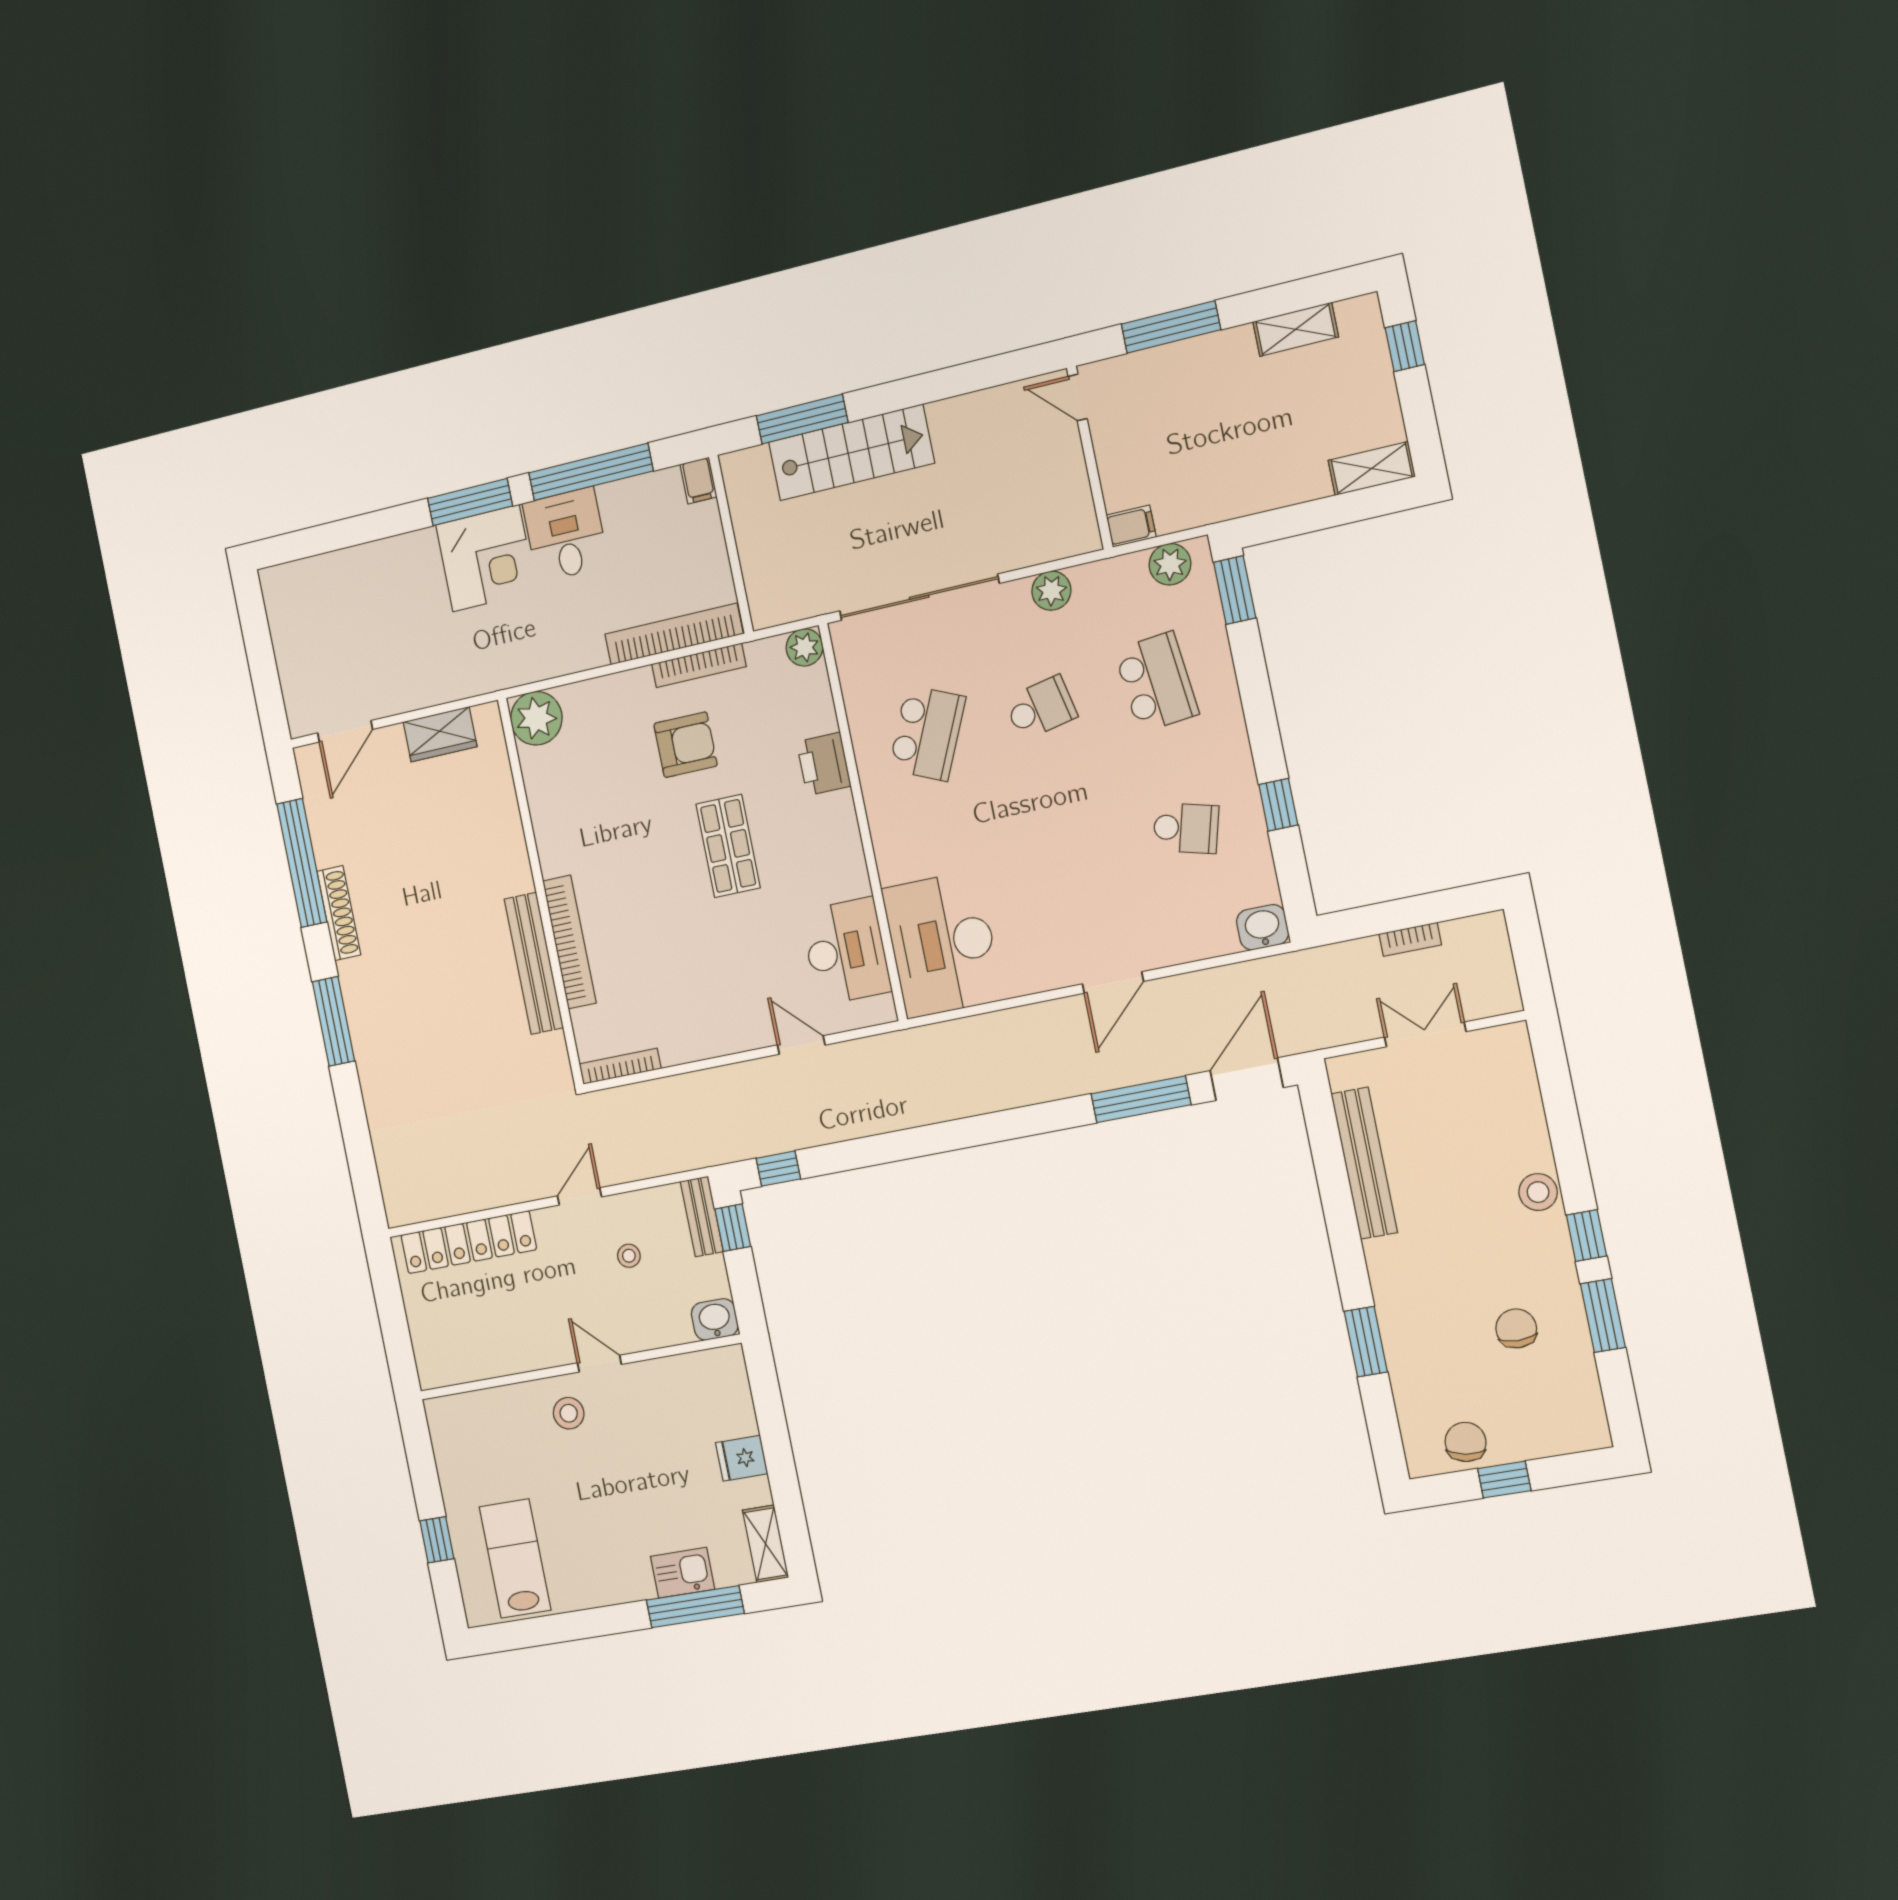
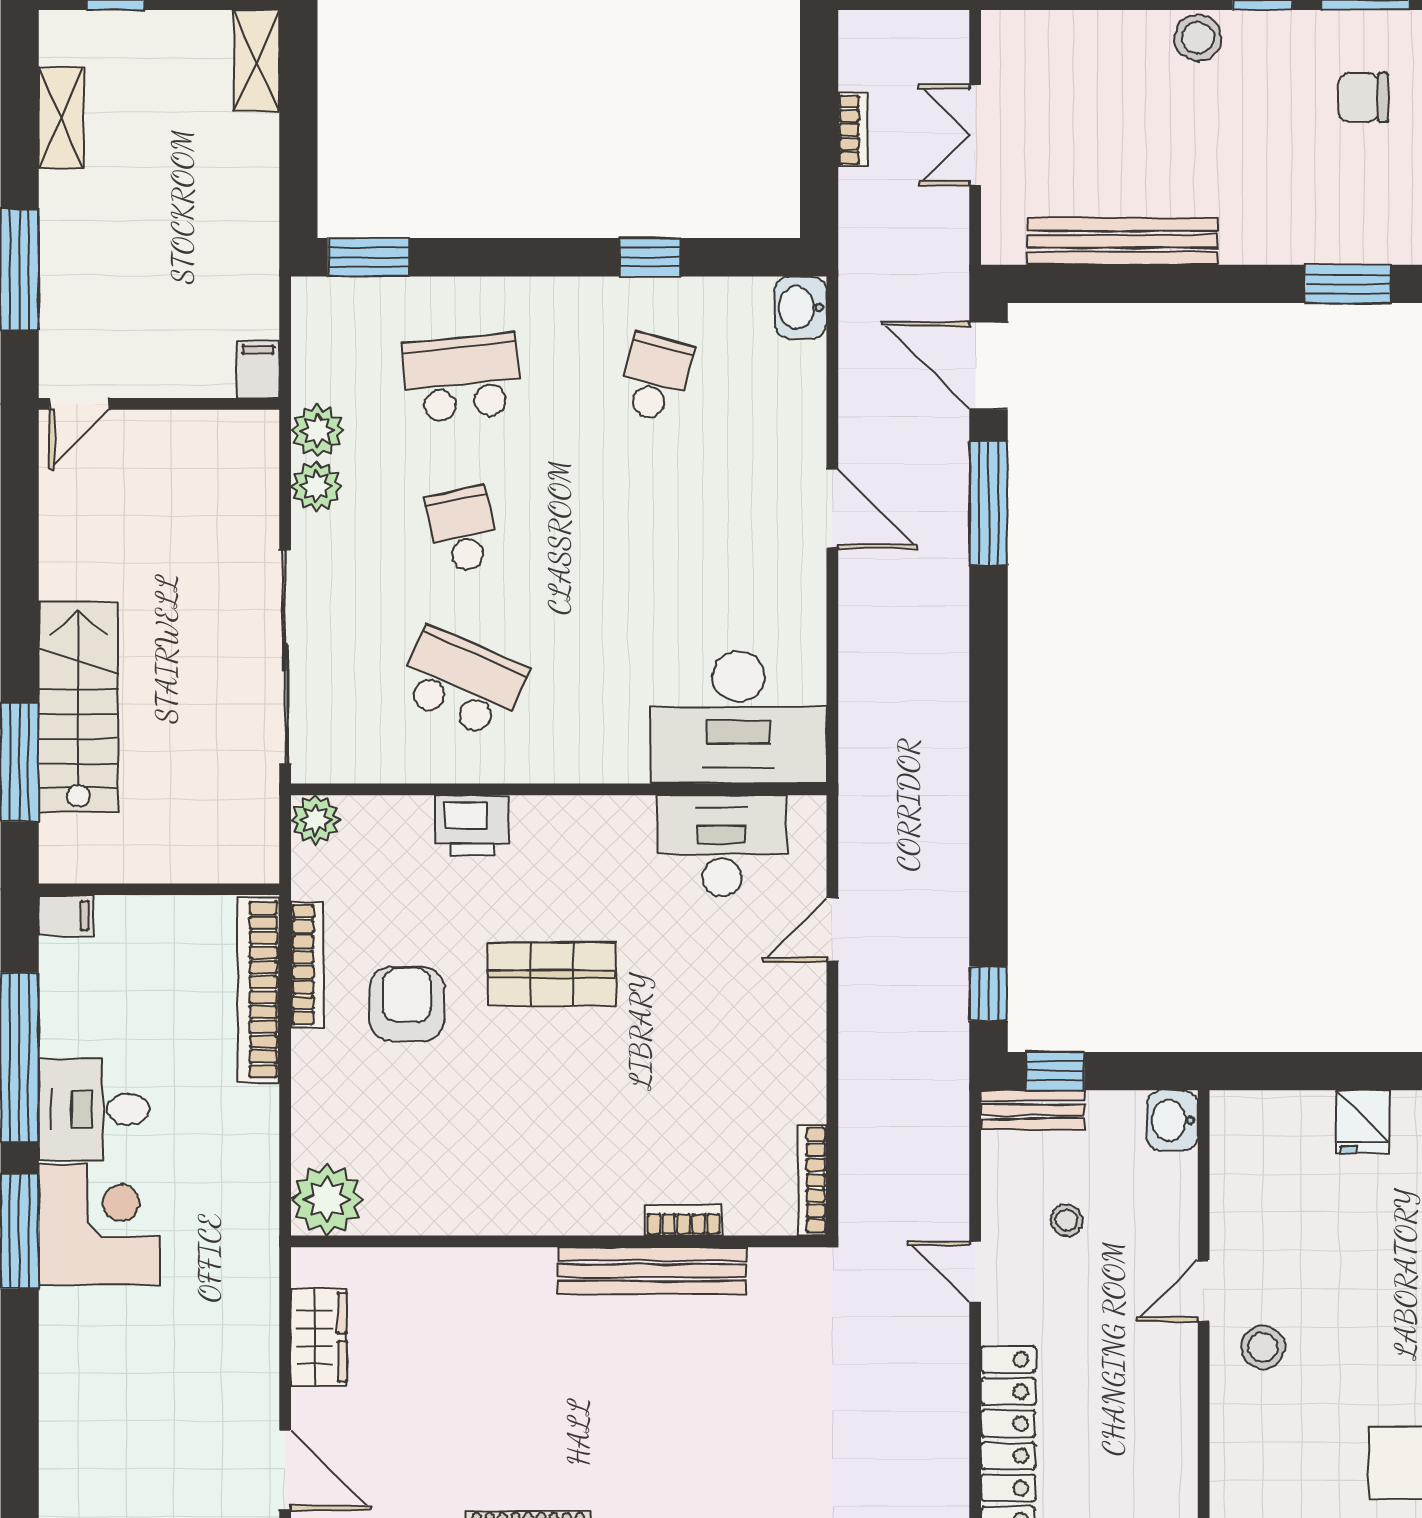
plant: (1170, 564) -> (317, 430), moved
bookcase: (569, 942) -> (684, 1220), width x0.43, depth x0.76

